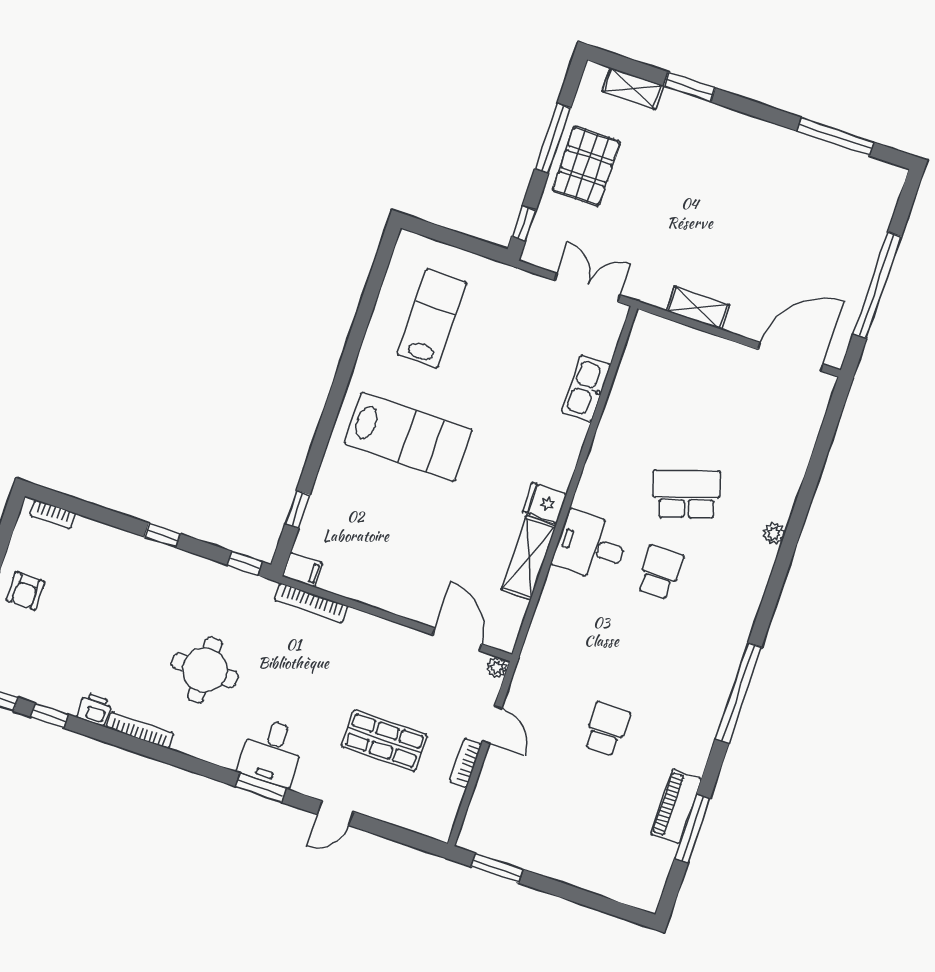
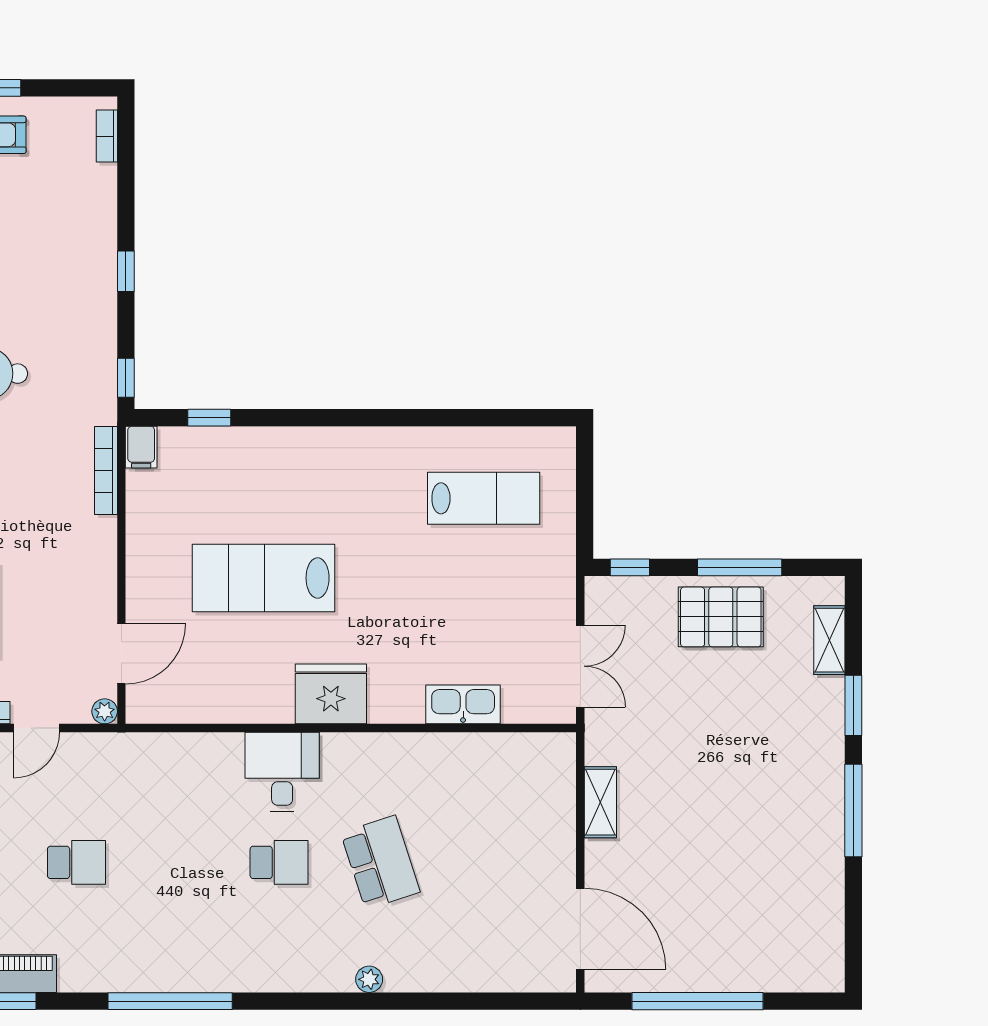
window: (836, 137) -> (853, 810), moved
lab bench: (408, 437) -> (263, 578), moved, turned 90
fridge: (545, 503) -> (331, 694), width x1.88, depth x1.34
shelving: (529, 558) -> (244, 705), removed

